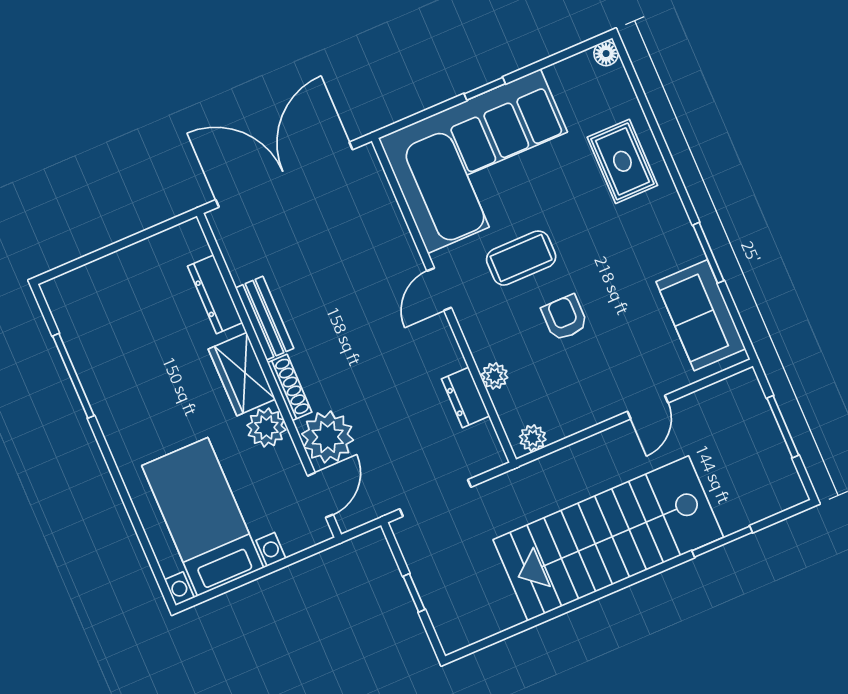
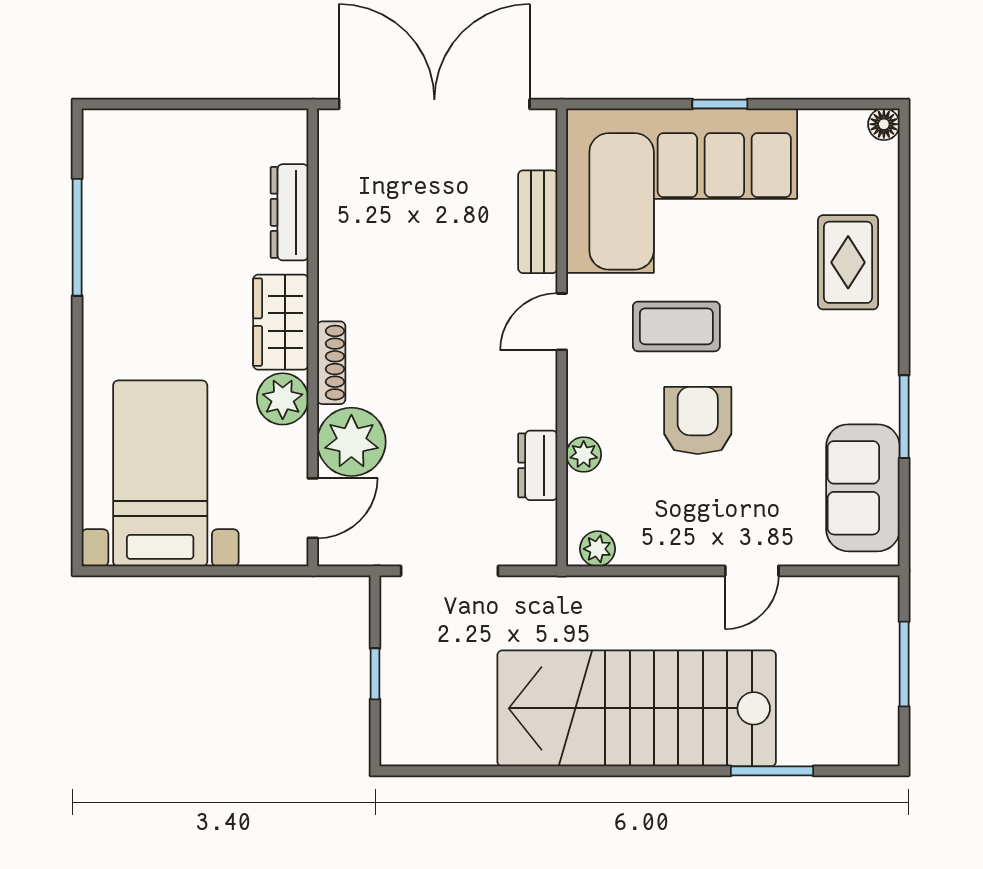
bench: (265, 318) -> (538, 222), moved
armchair: (564, 318) -> (698, 420), width x1.38, depth x1.38

